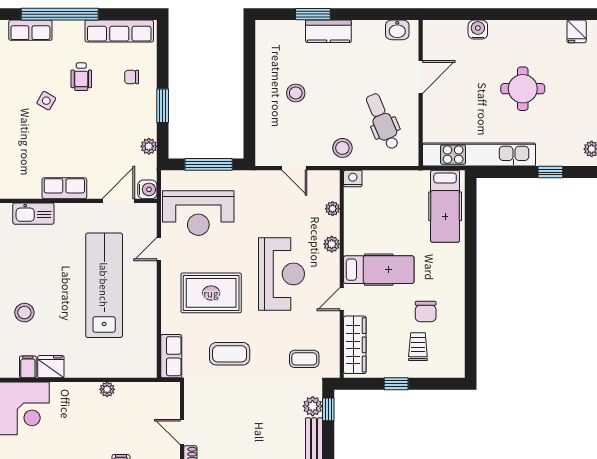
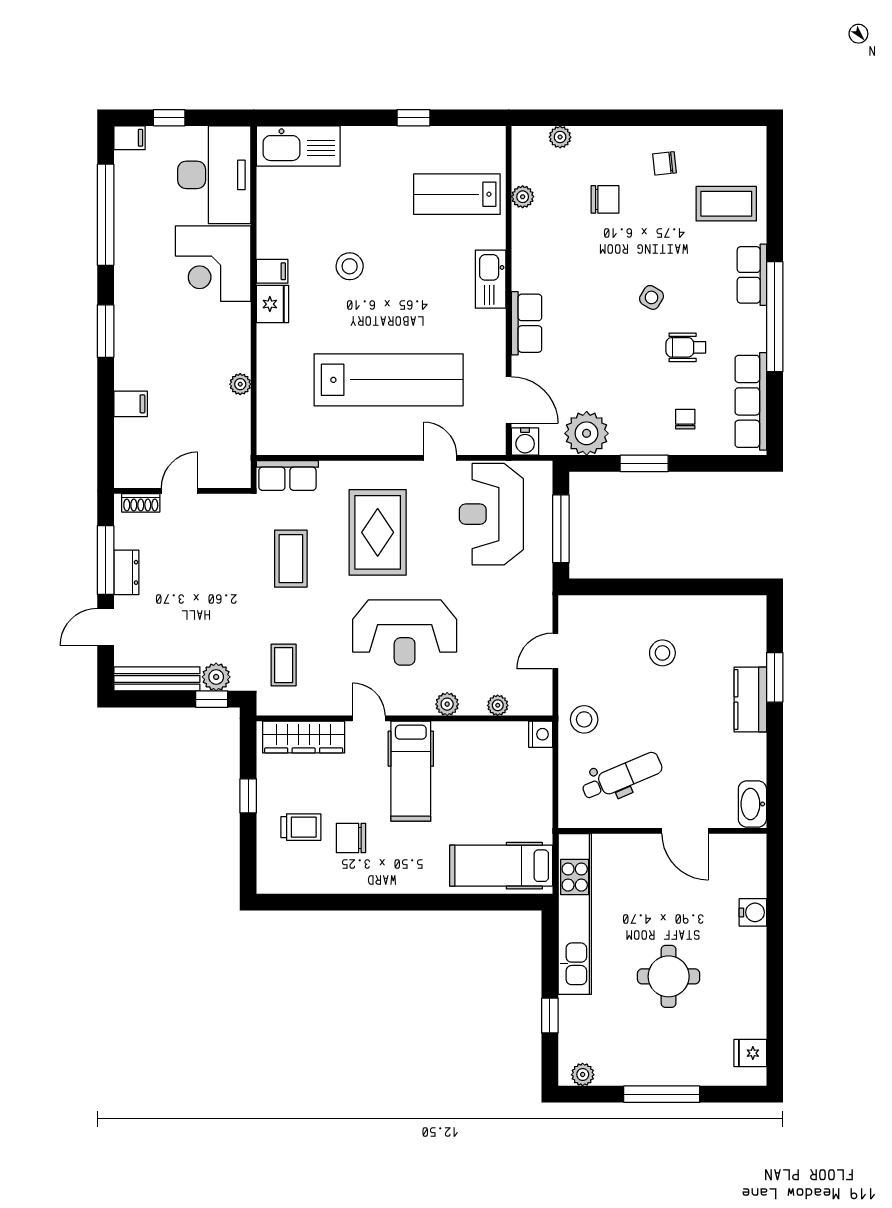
washbasin: (397, 30) -> (752, 804), width x1.38
plant: (149, 146) -> (587, 433), width x1.87, depth x1.87

